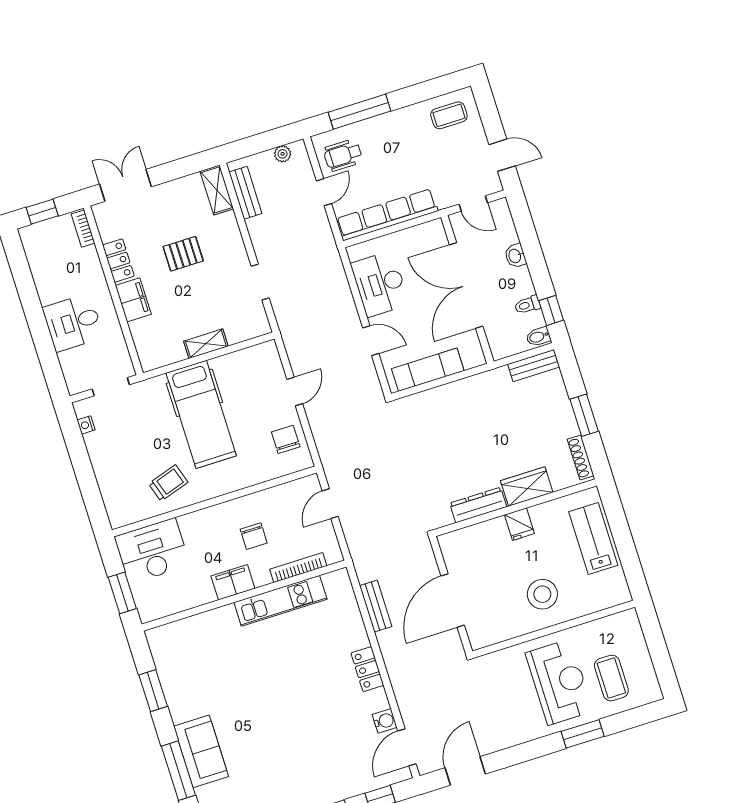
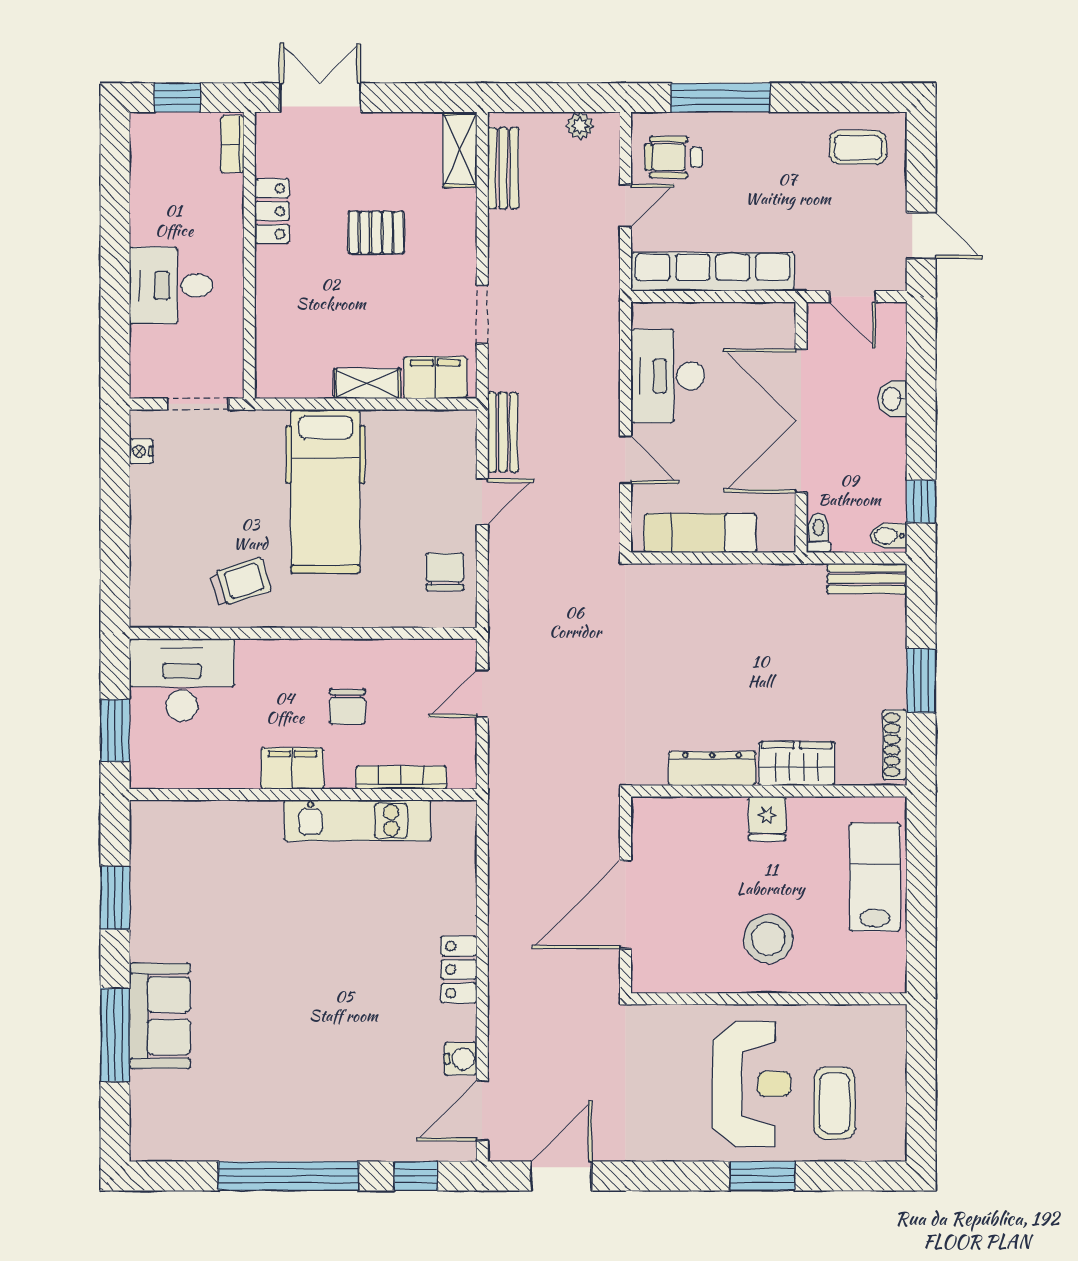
filing cabinet: (133, 300) -> (435, 378), moved, turned -90
toilet: (527, 305) -> (819, 533), moved, turned 90
bench: (376, 606) -> (503, 432), moved

